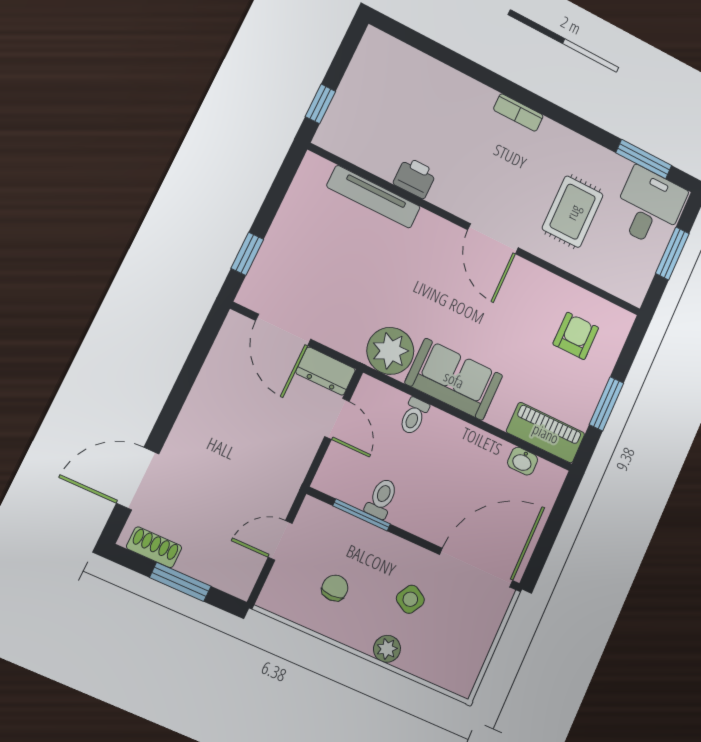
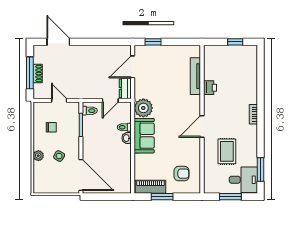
window: (320, 104) -> (235, 42), moved
rug: (573, 212) -> (227, 151), turned 90
piano: (546, 433) -> (151, 187), moved, turned -90
washbasin: (523, 461) -> (127, 138), moved
toilet: (381, 498) -> (90, 111), moved
shoe rack: (154, 547) -> (38, 74), moved
window: (180, 582) -> (30, 73), width x1.44

